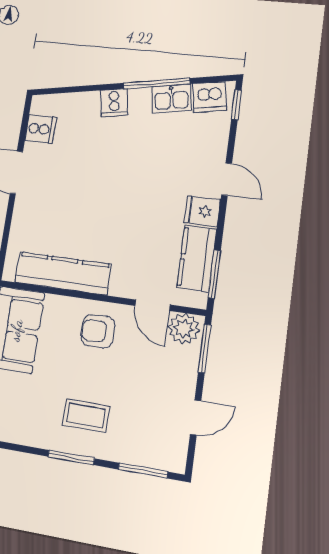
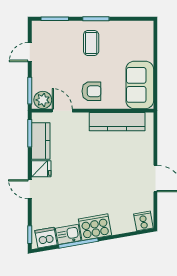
cooker: (114, 103) -> (95, 227), width x1.87, depth x1.31
cooker: (41, 129) -> (143, 221), moved, turned 80
coffee table: (86, 416) -> (91, 43), turned 90

